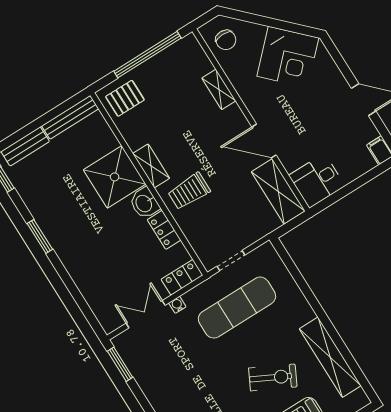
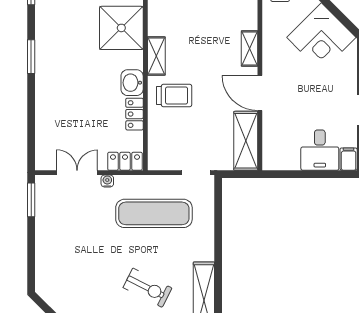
shelving: (219, 89) -> (250, 48), moved
shower: (115, 177) -> (121, 28), moved
desk: (317, 181) -> (320, 150), moved, turned -90
trolley: (189, 191) -> (174, 95), turned 180
doorway: (231, 261) -> (196, 173), moved

